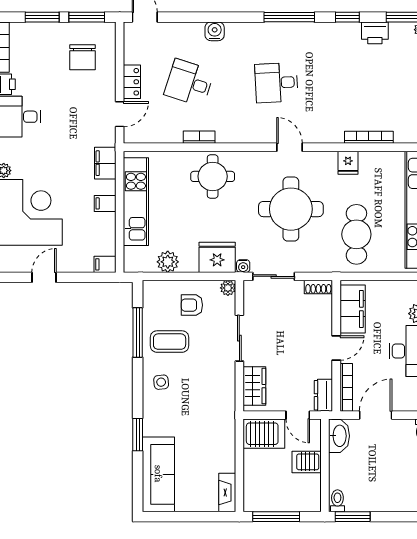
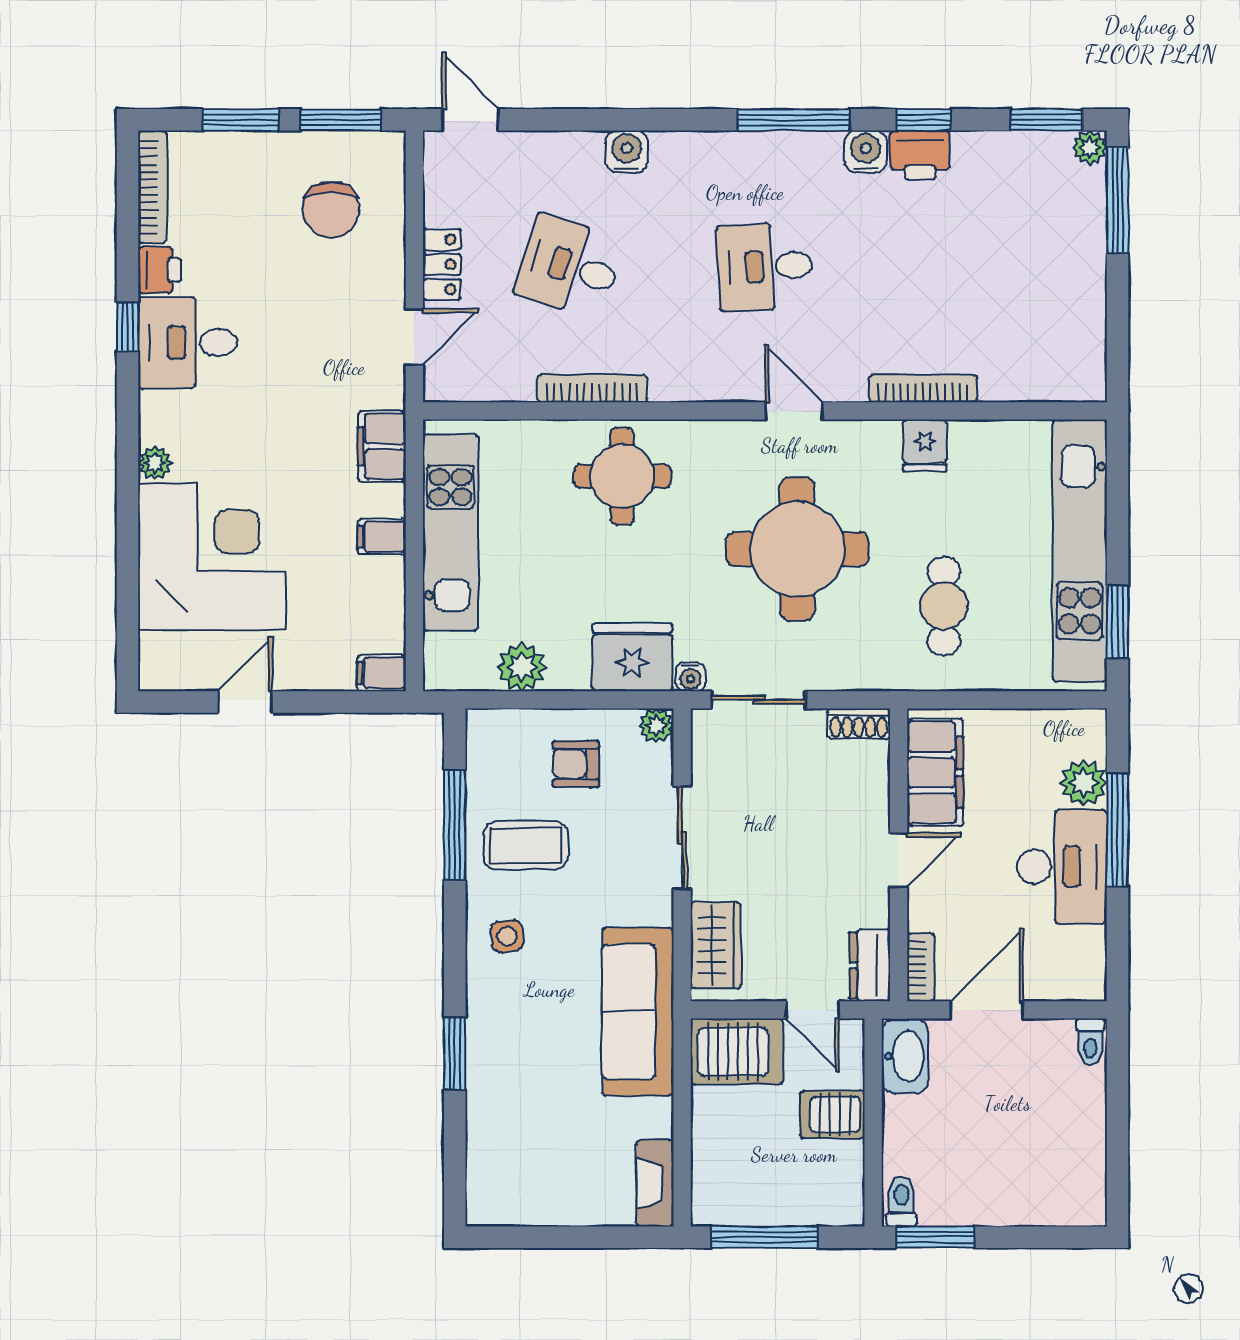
water cooler: (321, 31) -> (866, 152), added
printer: (375, 33) -> (920, 155), moved
bookcase: (199, 137) -> (592, 388), width x1.56
bookcase: (369, 137) -> (923, 389), moved
cafe table: (356, 234) -> (944, 606), width x0.73, depth x0.74
bookcase: (346, 387) -> (921, 967), width x0.64
sofa: (158, 474) -> (638, 1012), moved, turned 180

